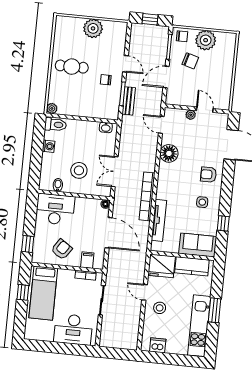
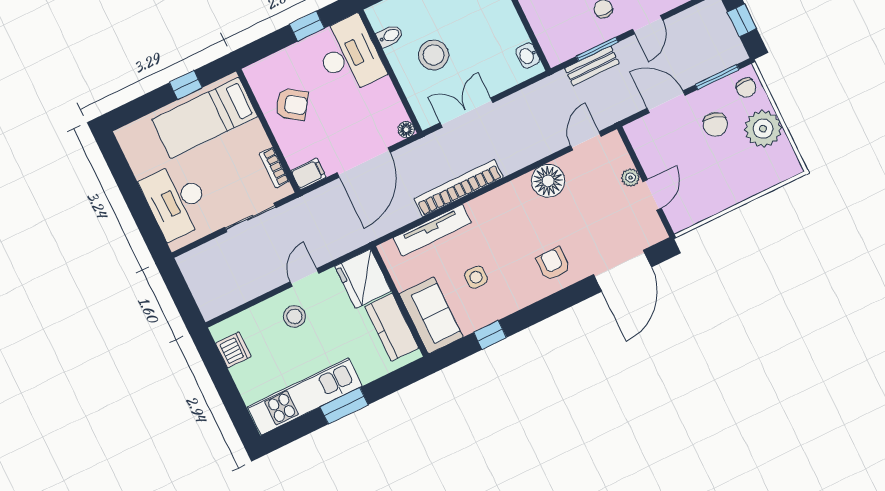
side table: (202, 202) -> (476, 277), moved
window: (28, 244) -> (307, 26), moved
filing cabinet: (87, 260) -> (309, 174), moved

